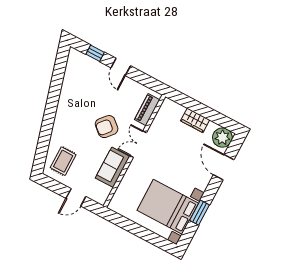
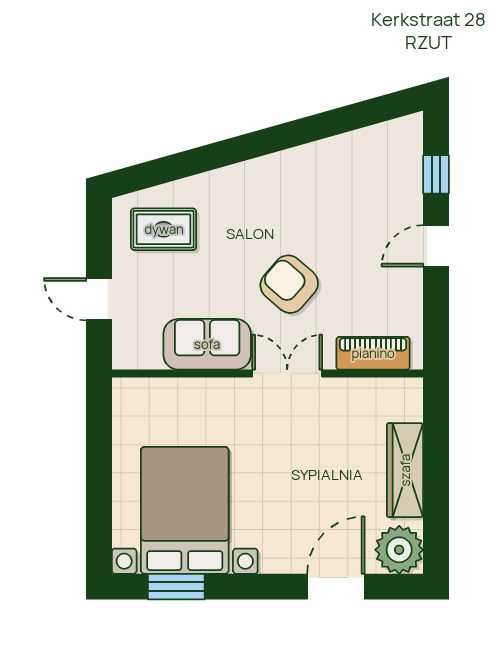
wardrobe: (195, 120) -> (405, 470), width x1.50
window: (200, 213) -> (176, 587), moved

